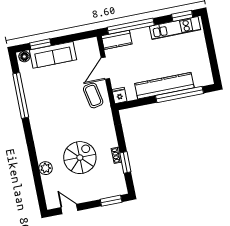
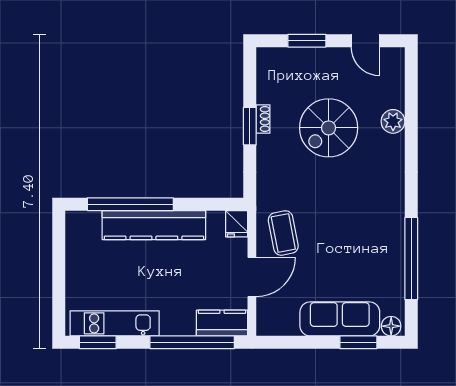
window: (125, 162) -> (250, 126), moved
window: (111, 201) -> (307, 41), moved

